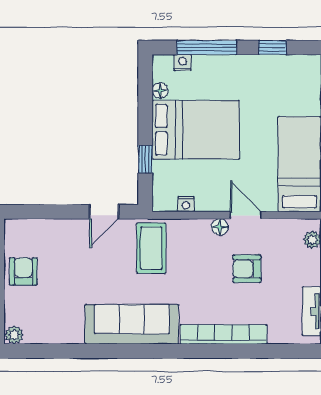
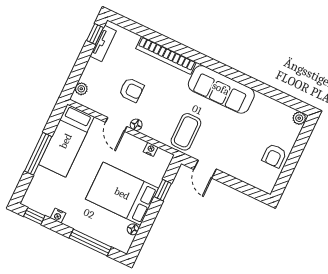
window: (272, 48) -> (34, 216), moved
nightstand: (182, 62) -> (58, 216), moved
door: (104, 212) -> (205, 169), swing flipped

